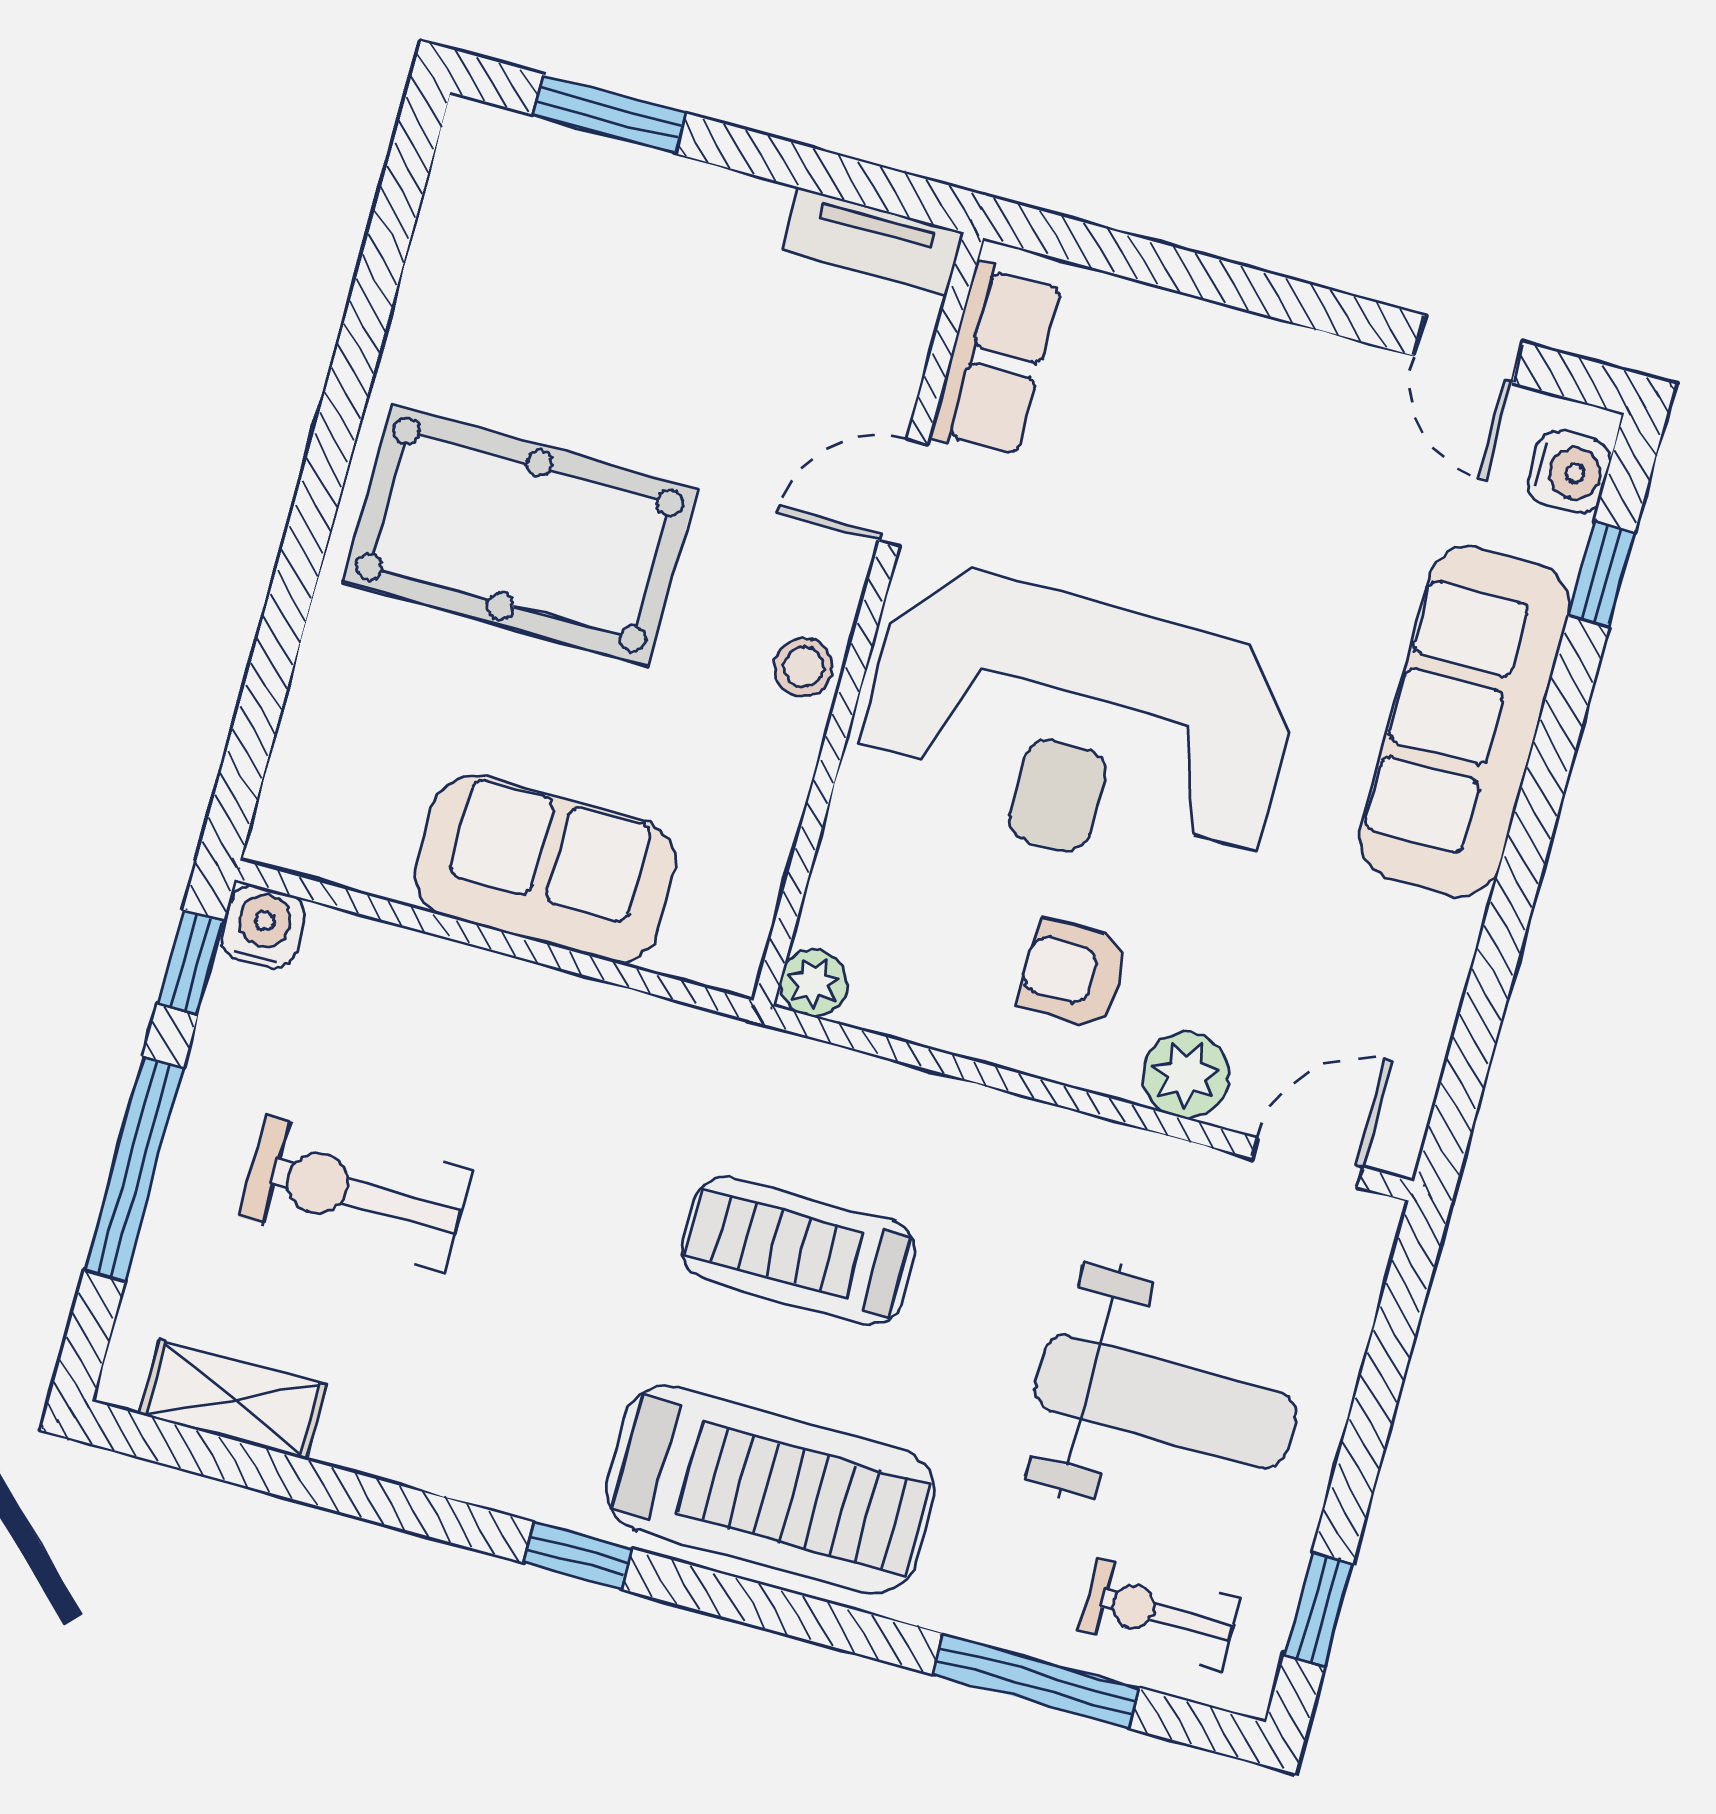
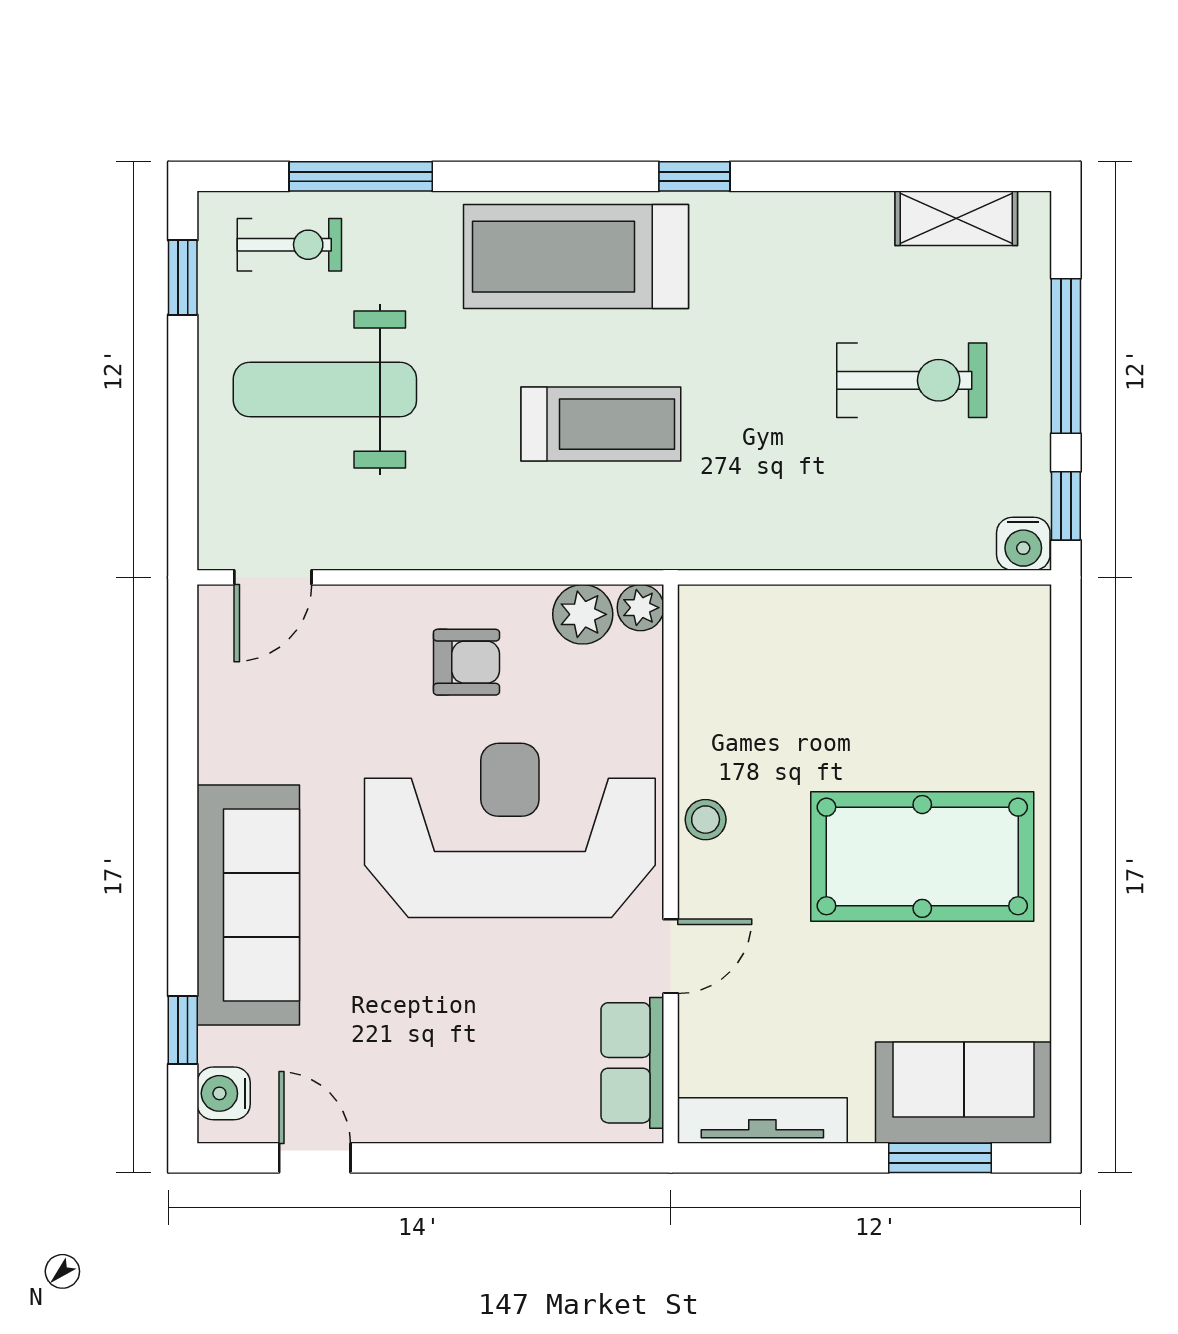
tv unit: (873, 241) -> (762, 1121), width x1.41
sofa: (545, 869) -> (964, 1093), moved, turned 180
plant: (1186, 1075) -> (583, 614), moved

